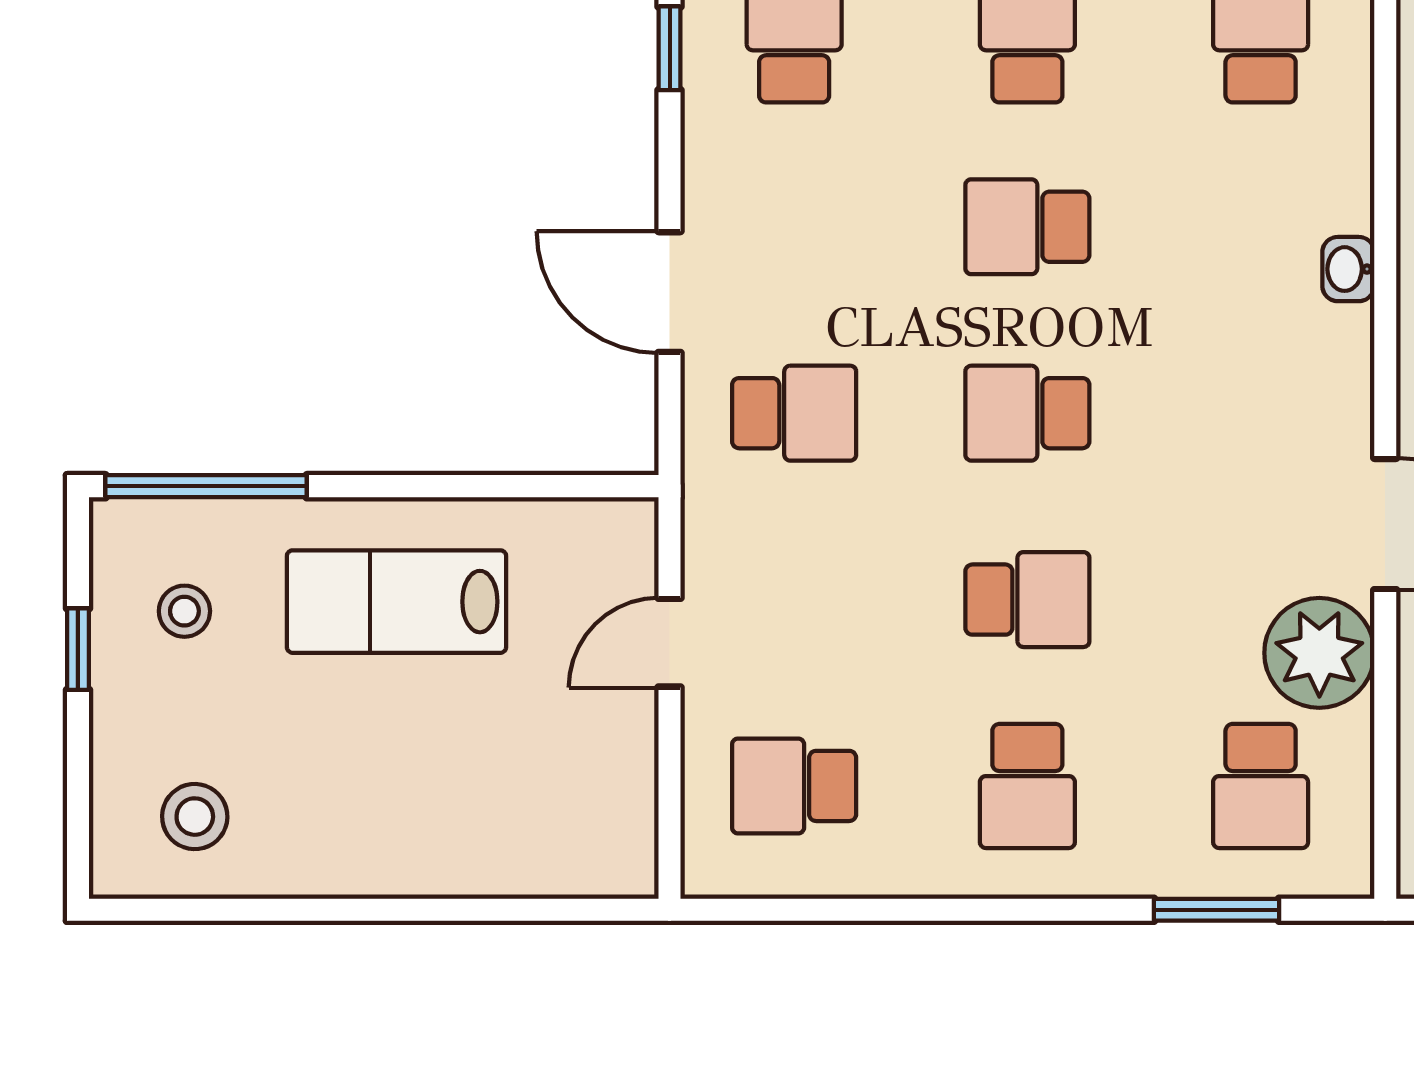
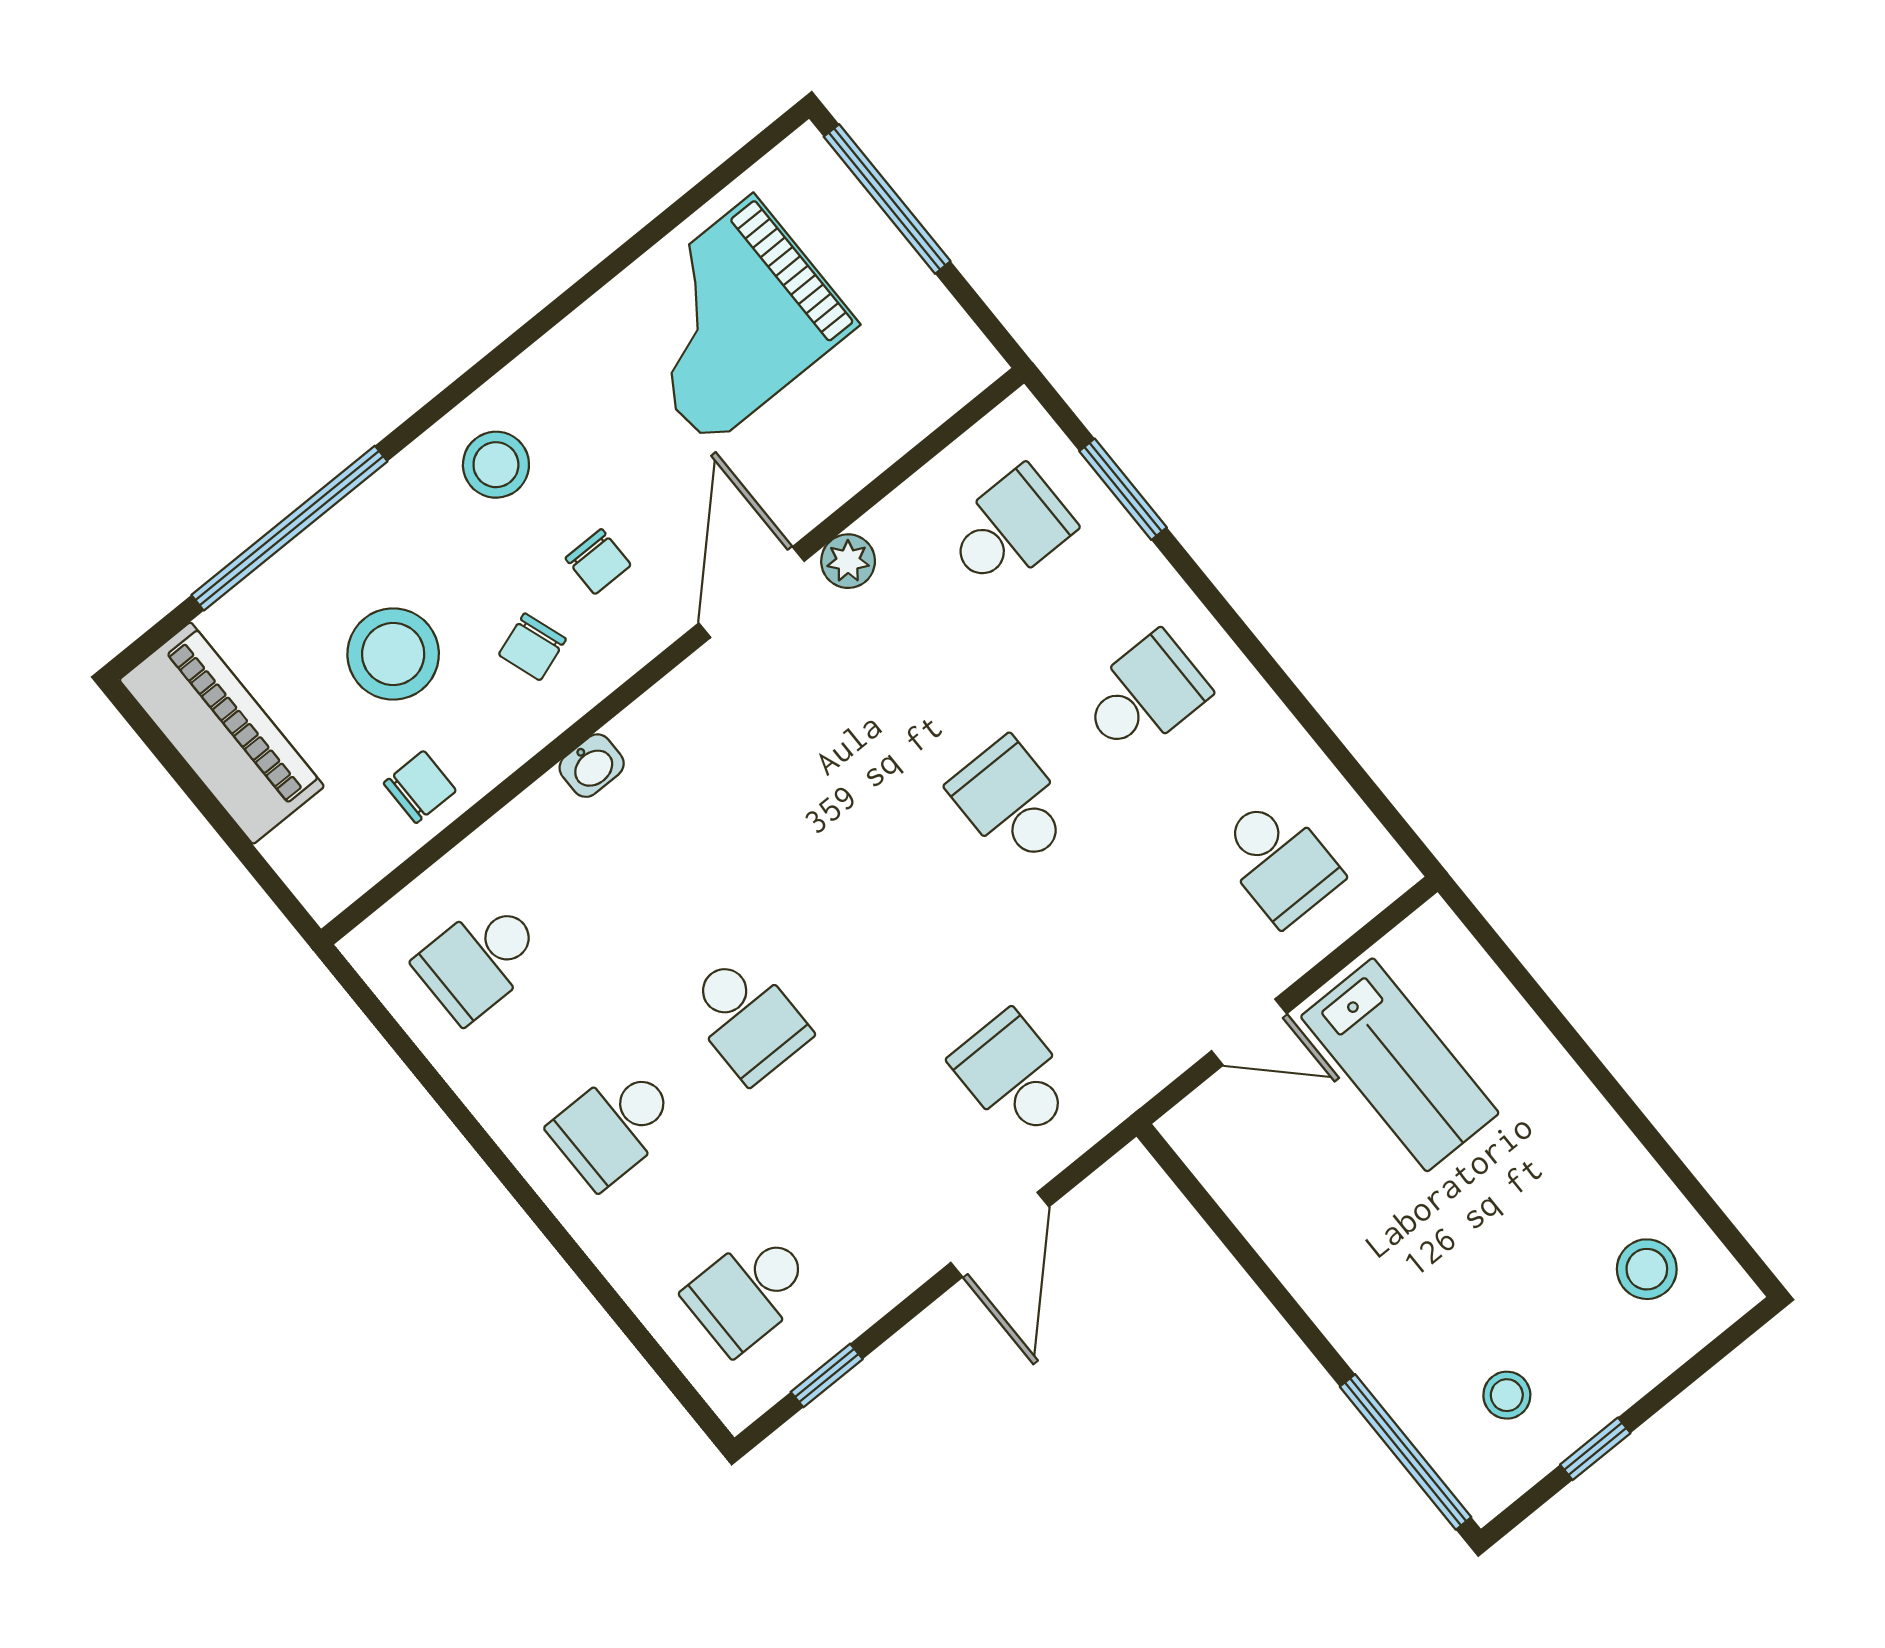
school desk: (1027, 413) -> (879, 910), removed
lab bench: (396, 602) -> (1400, 1065), moved
plant: (1319, 653) -> (848, 561), width x0.53, depth x0.53

